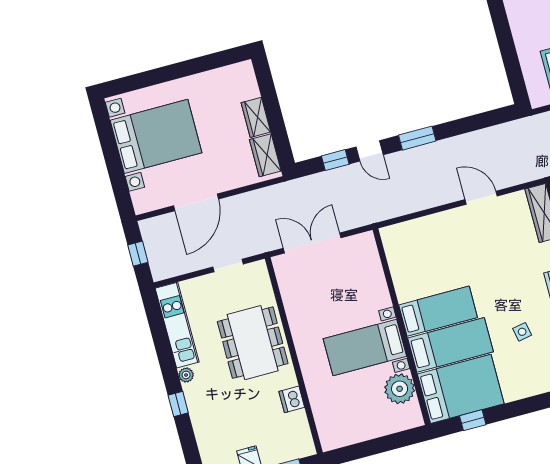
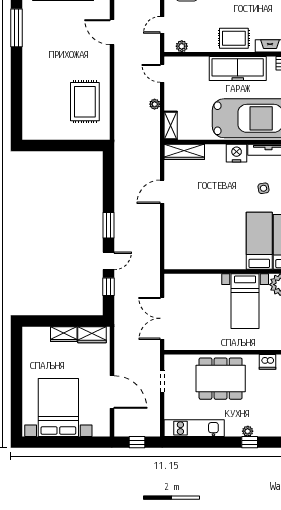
bed: (438, 311) -> (233, 243), removed
plant: (186, 375) -> (248, 431), moved

